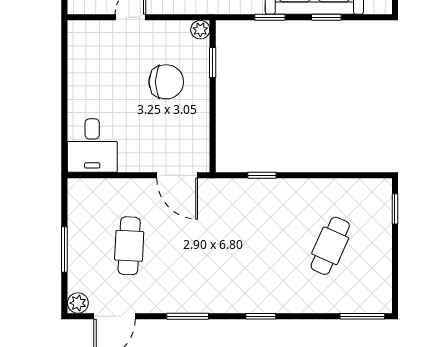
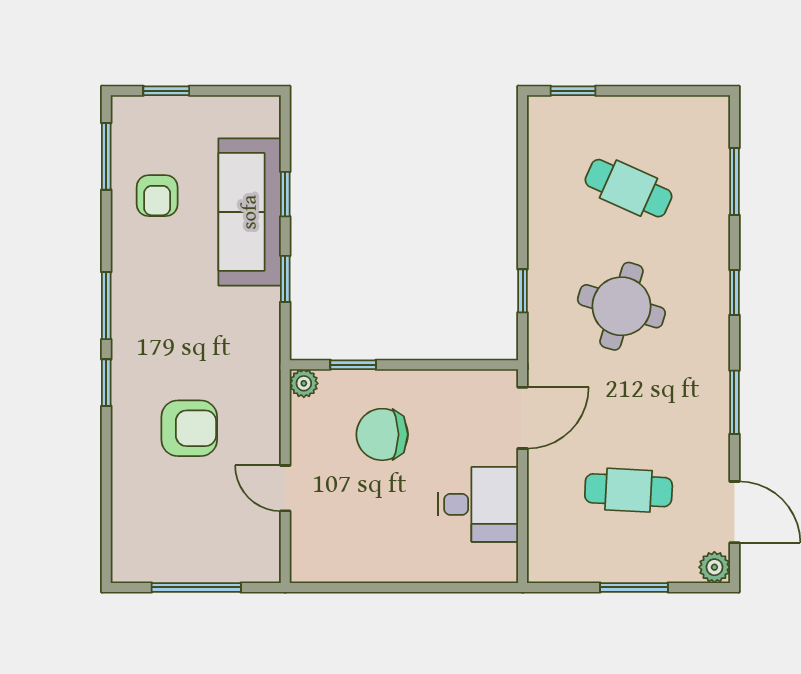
chair: (166, 82) -> (382, 434), turned -90
desk: (92, 146) -> (478, 504), moved
round table: (252, 241) -> (621, 306), added
window: (362, 316) -> (734, 181), moved

